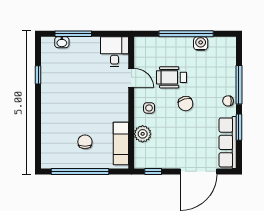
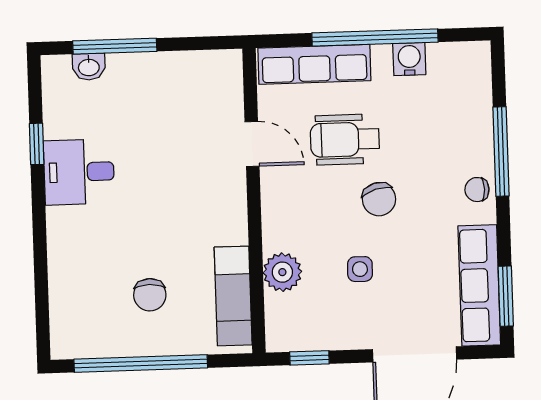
row of seats: (159, 44) -> (314, 64), added
desk: (115, 52) -> (79, 172), moved, turned -90
side table: (149, 108) -> (360, 269), moved
window: (239, 127) -> (506, 296), moved
chair: (85, 142) -> (150, 295), turned 180

